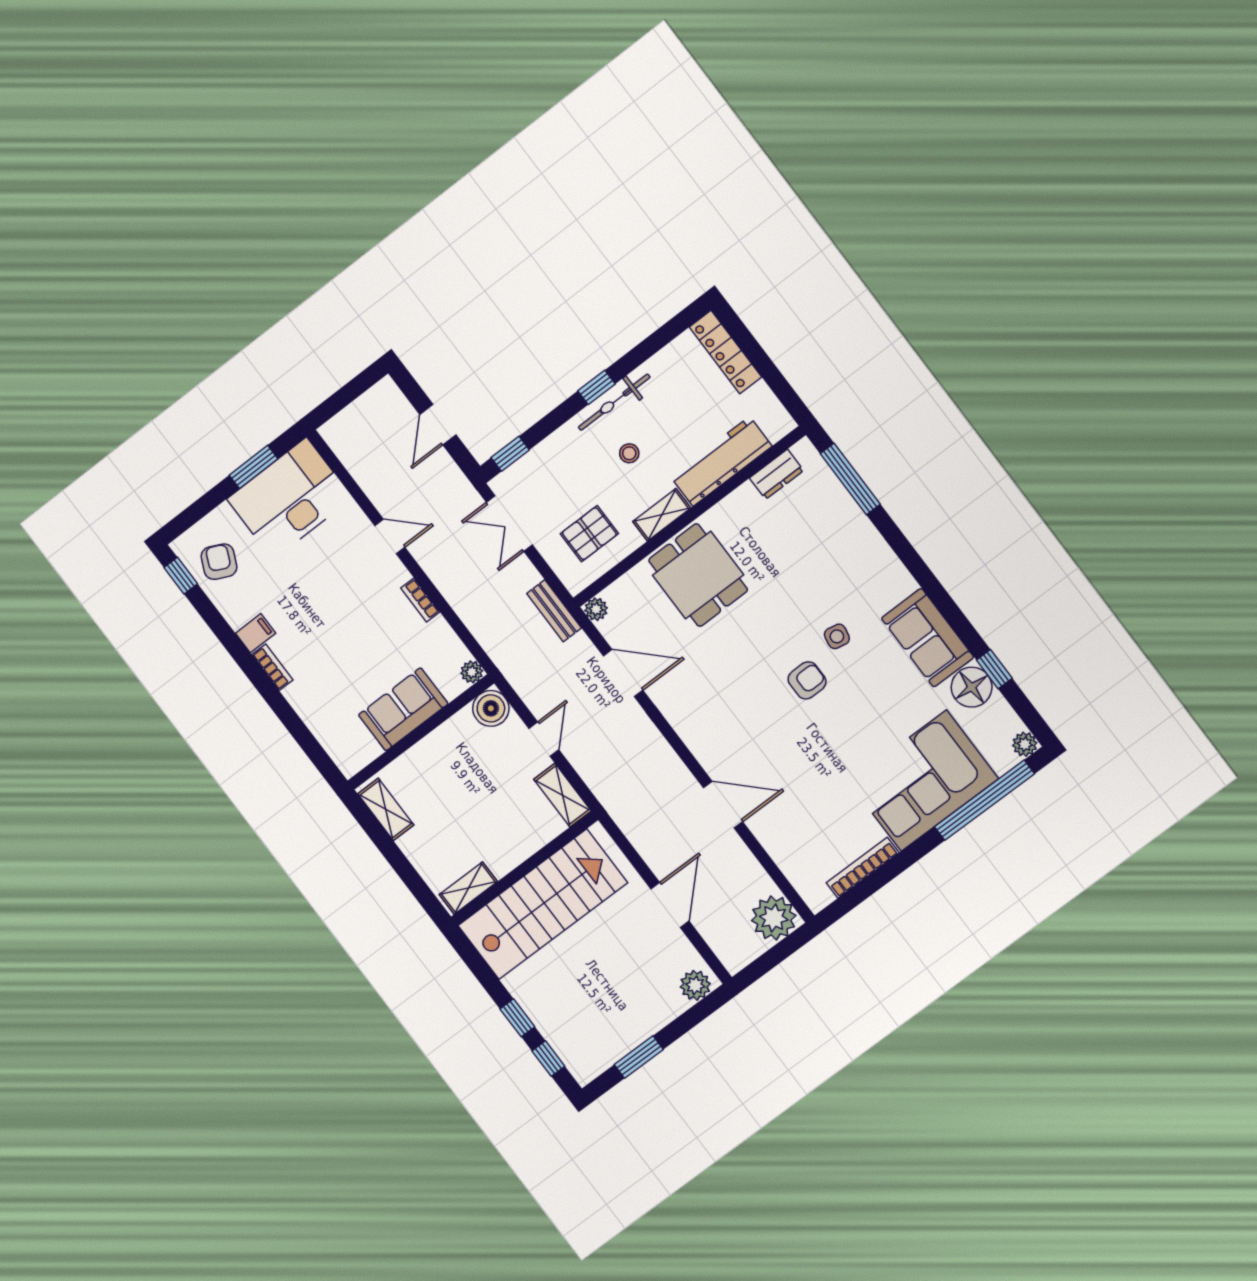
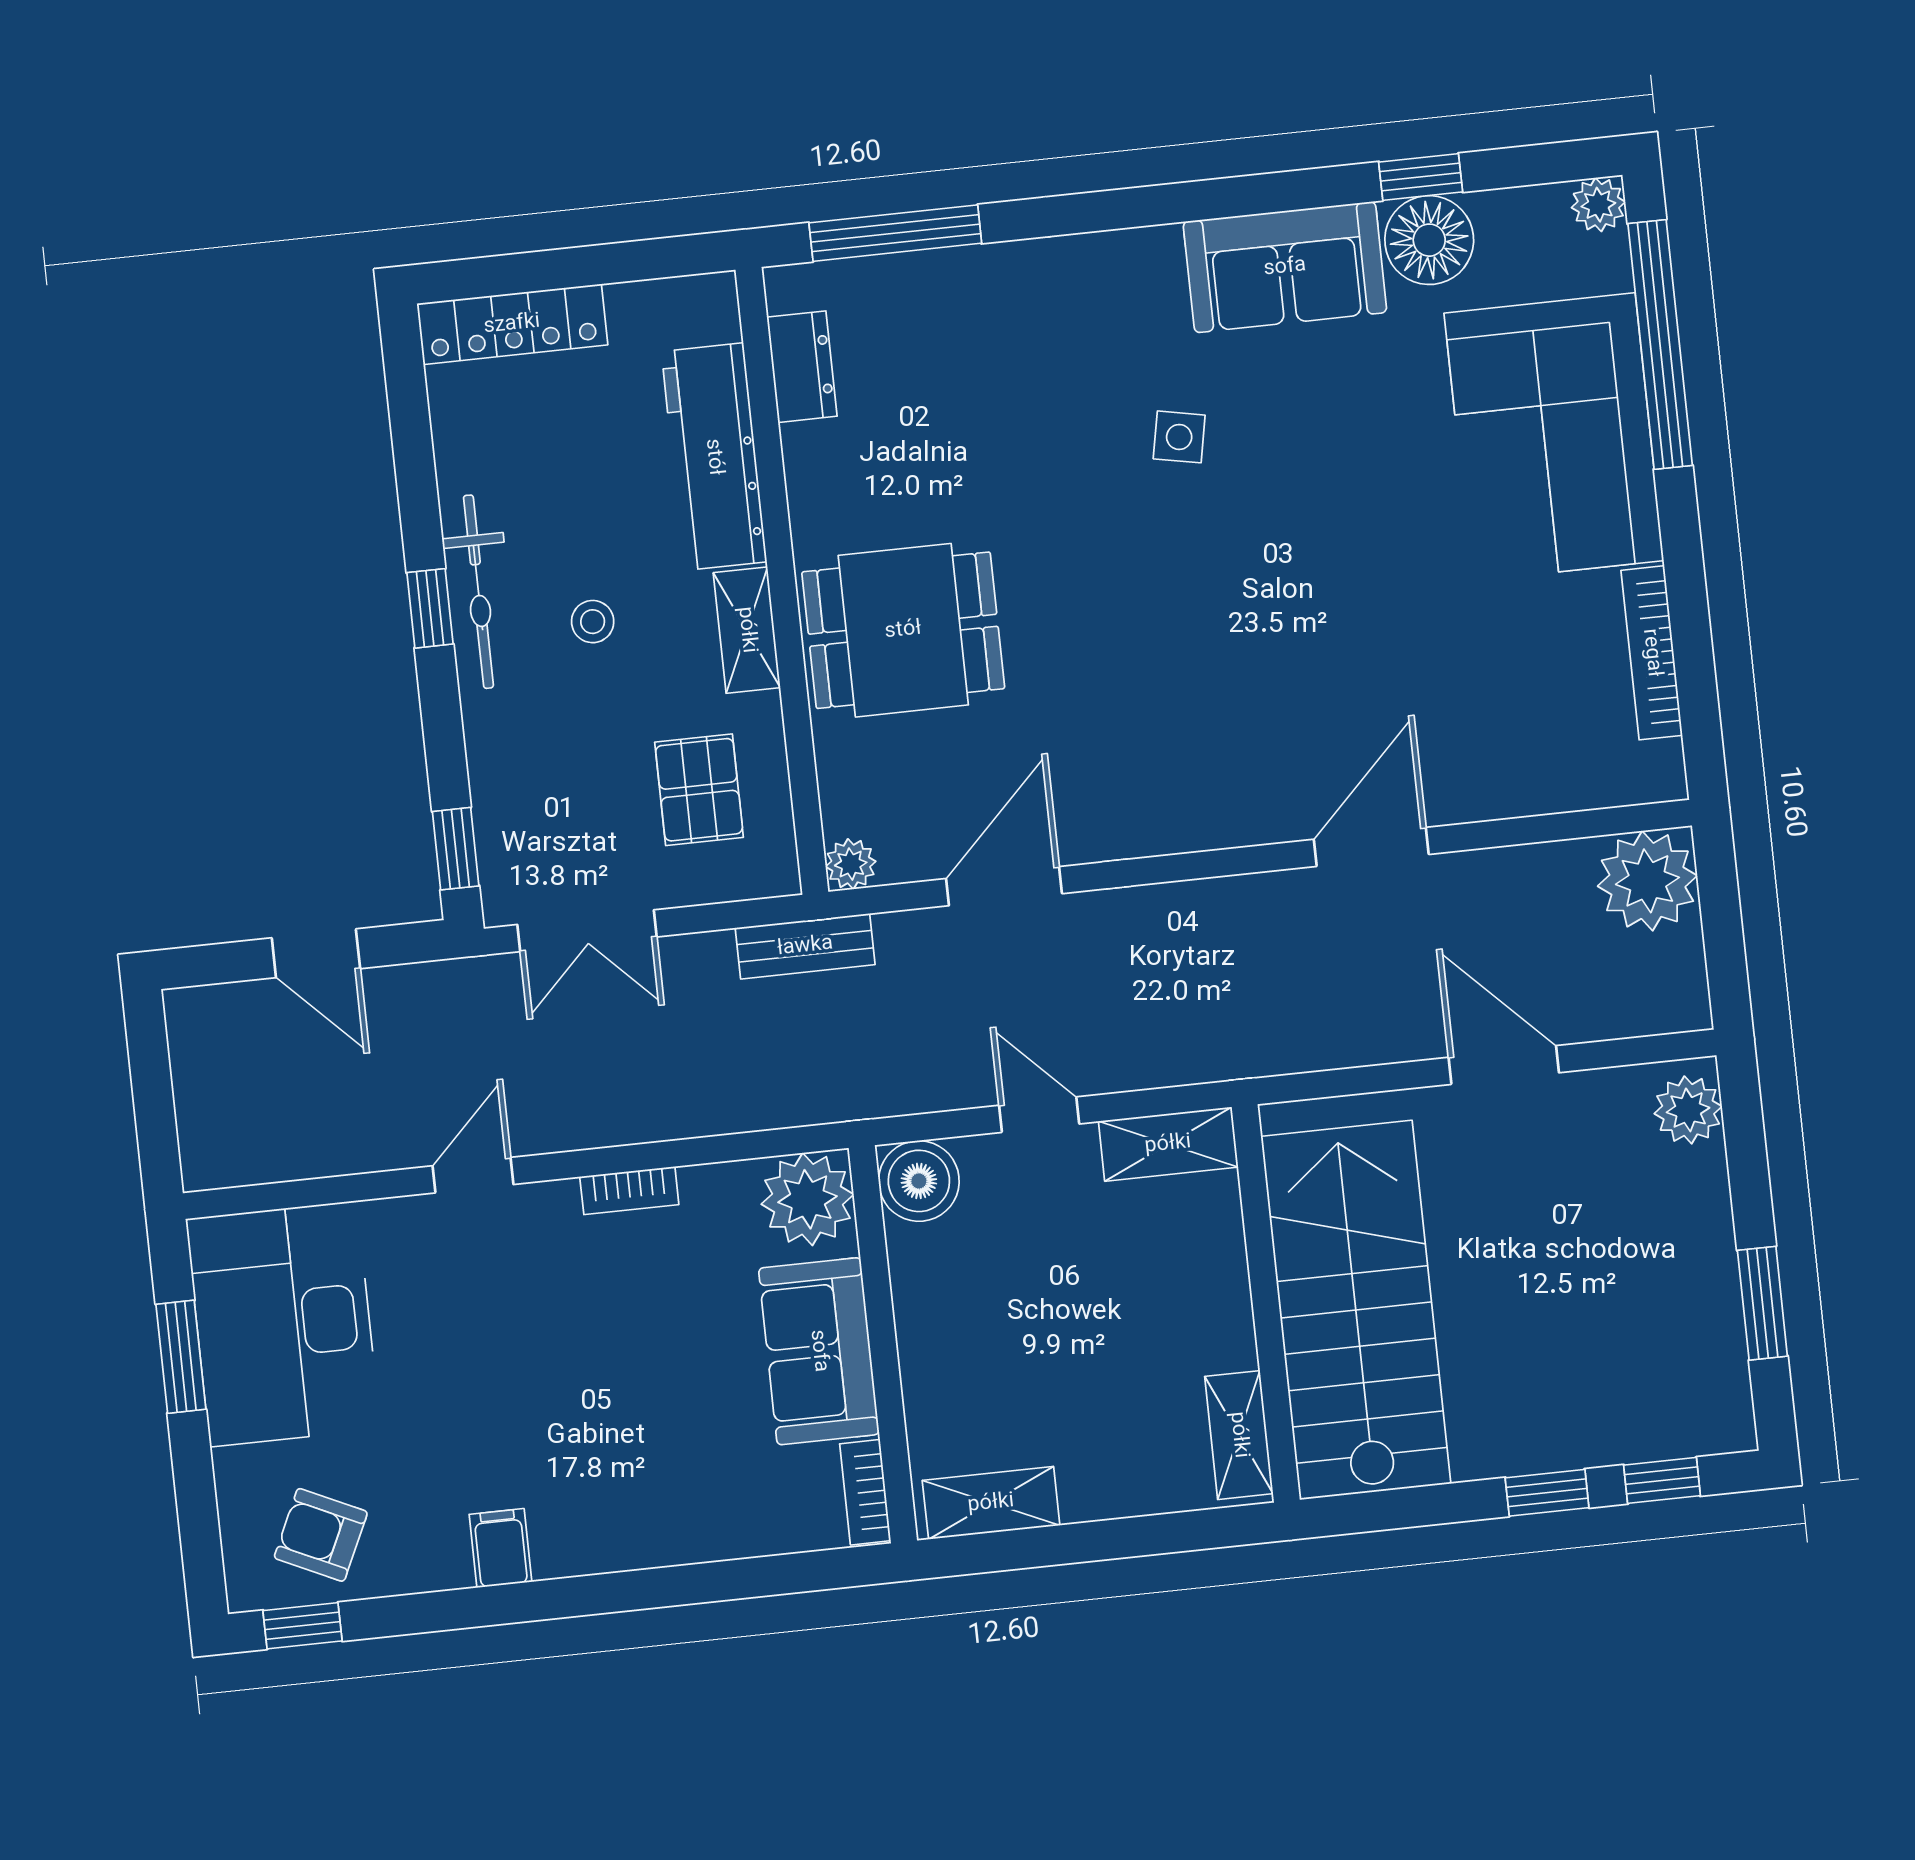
bookcase: (272, 667) -> (865, 1492), moved, turned -90
plant: (472, 672) -> (808, 1199), width x1.88, depth x1.88
armchair: (807, 680) -> (1229, 544), removed

